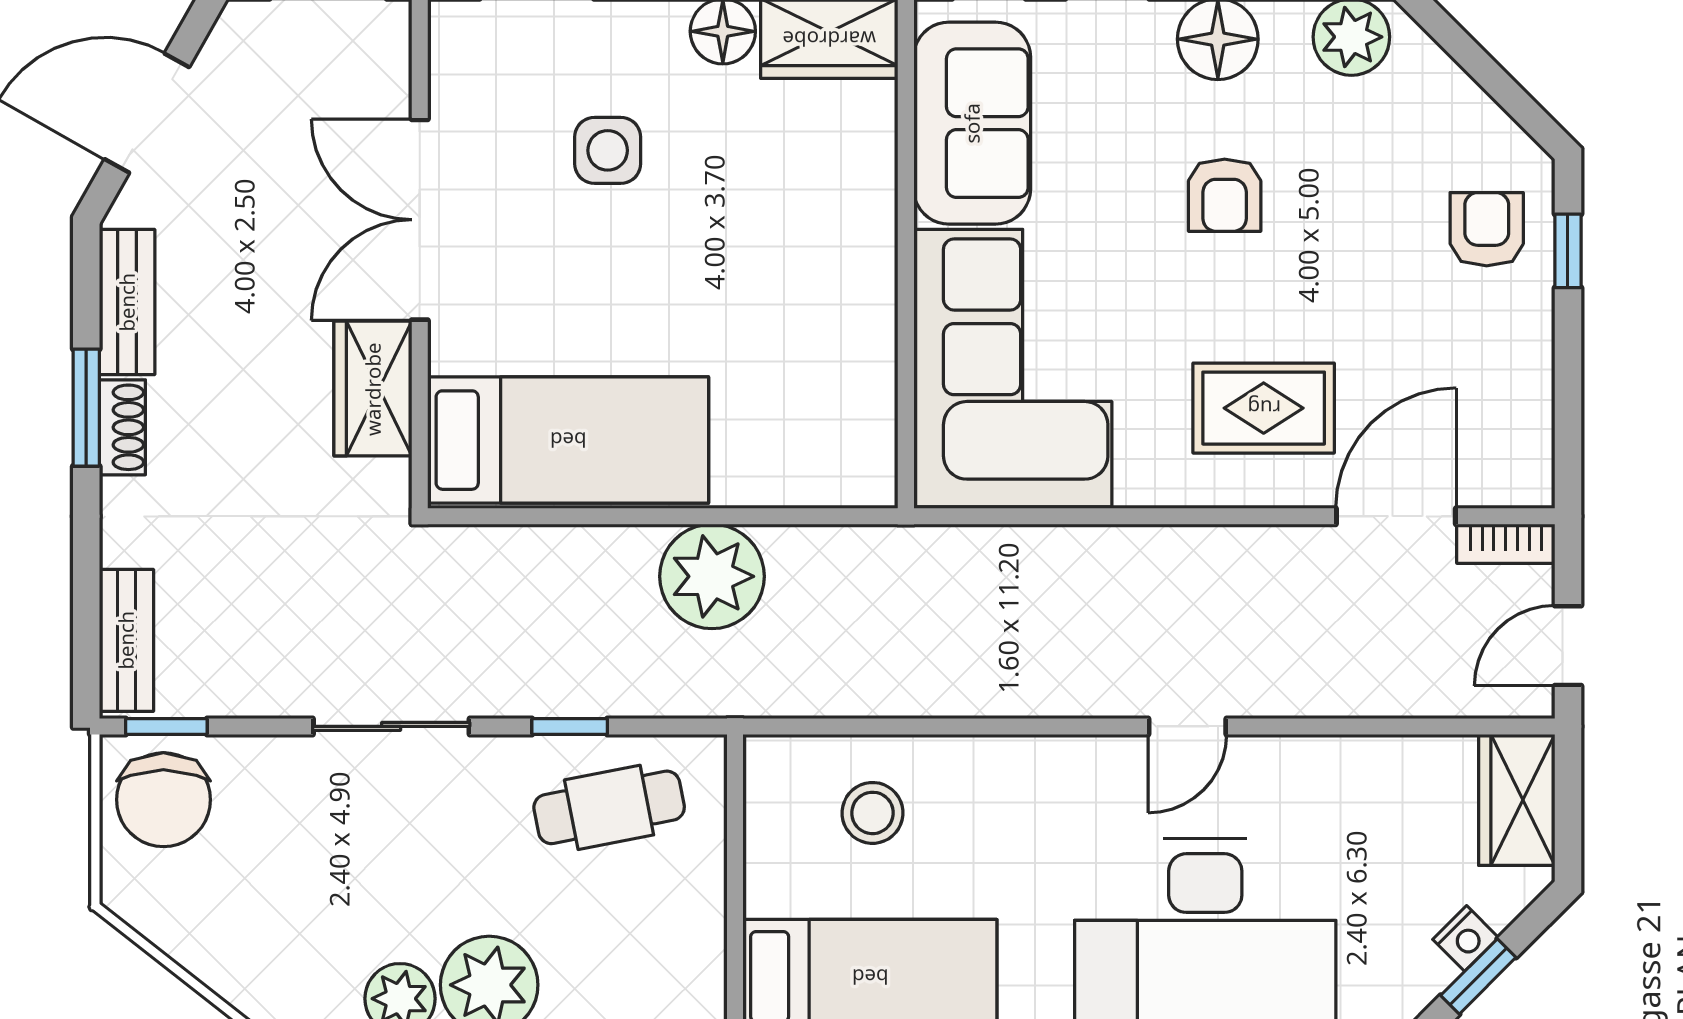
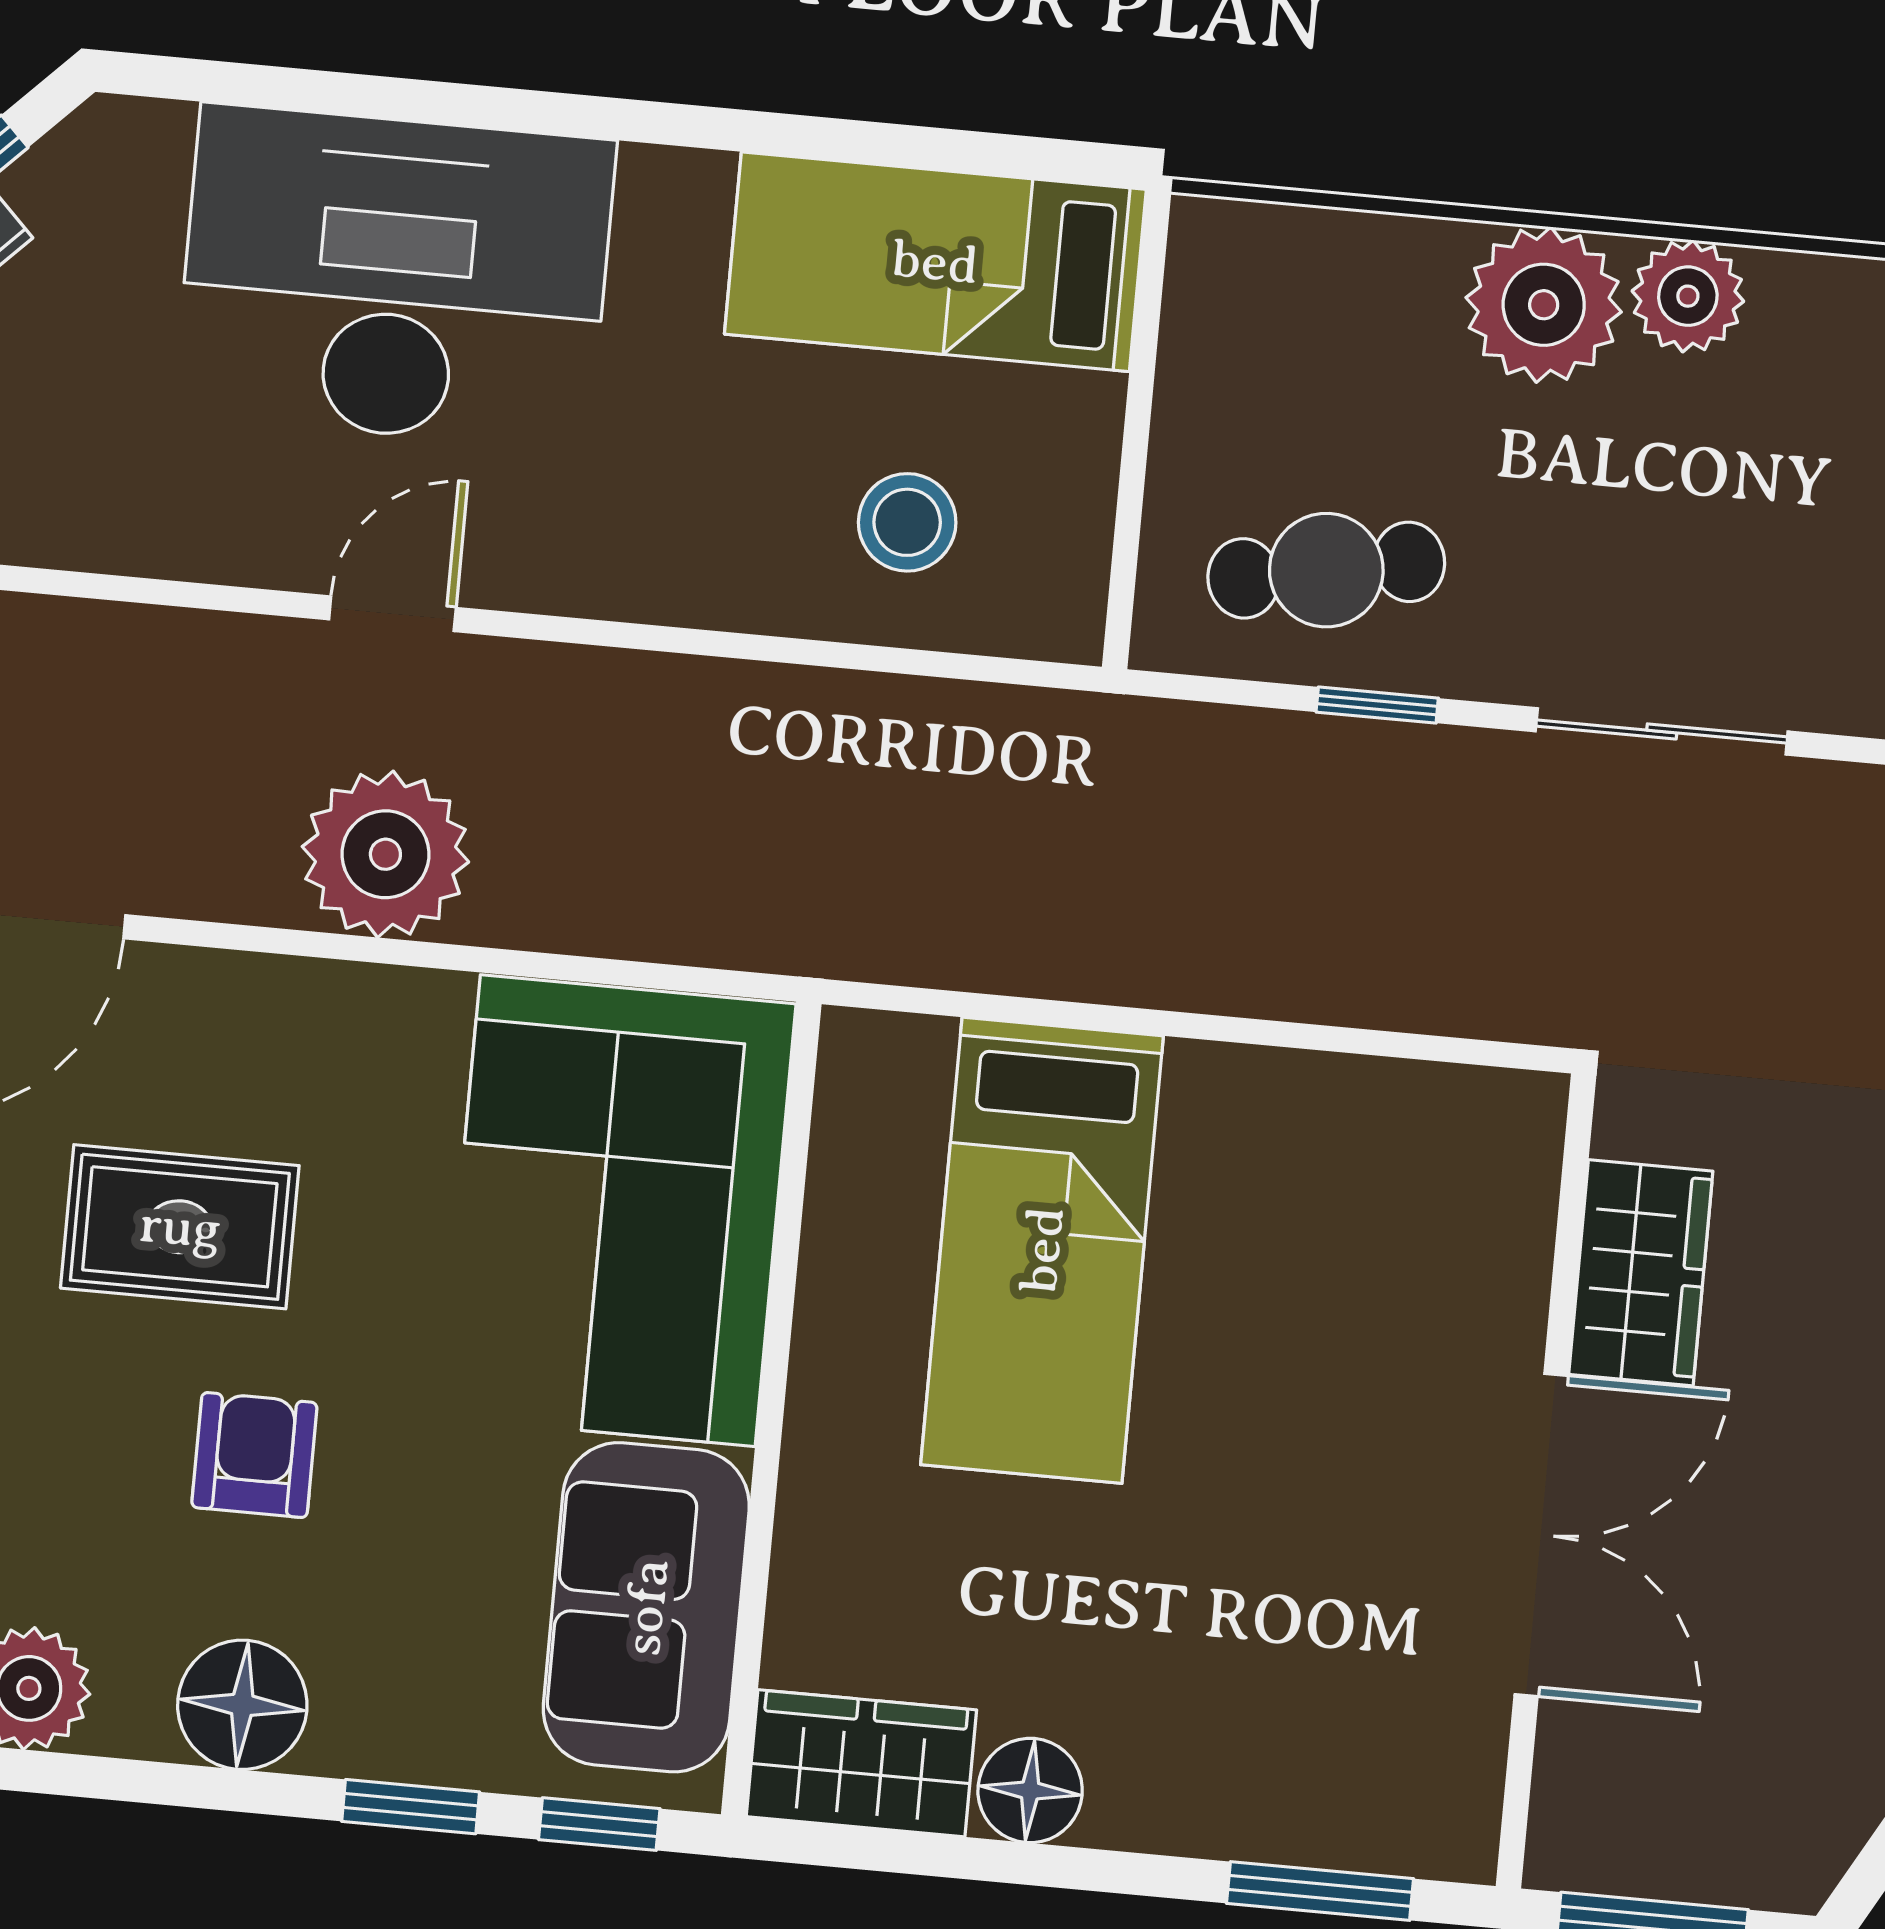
side table: (608, 150) -> (1231, 1618), removed
rug: (1264, 408) -> (180, 1227), moved
bed: (568, 440) -> (1042, 1250), moved, turned -90
plant: (712, 576) -> (385, 854), moved

